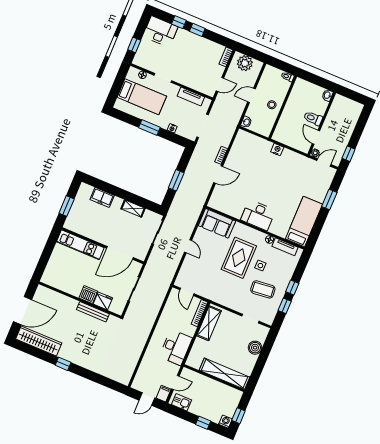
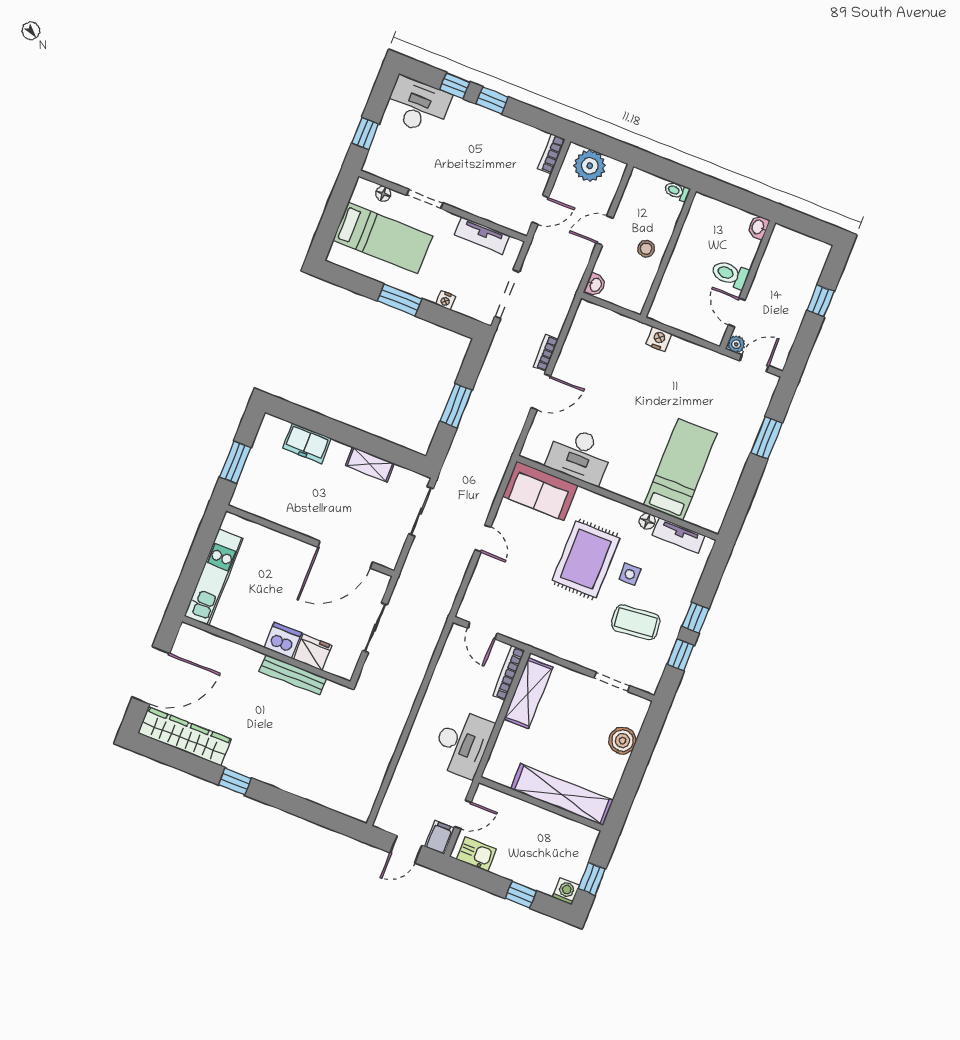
window: (349, 154) -> (821, 301), moved
desk: (258, 215) -> (579, 455), moved
bed: (304, 222) -> (680, 469), moved
kitchen unit: (80, 245) -> (214, 577), moved, turned -90

